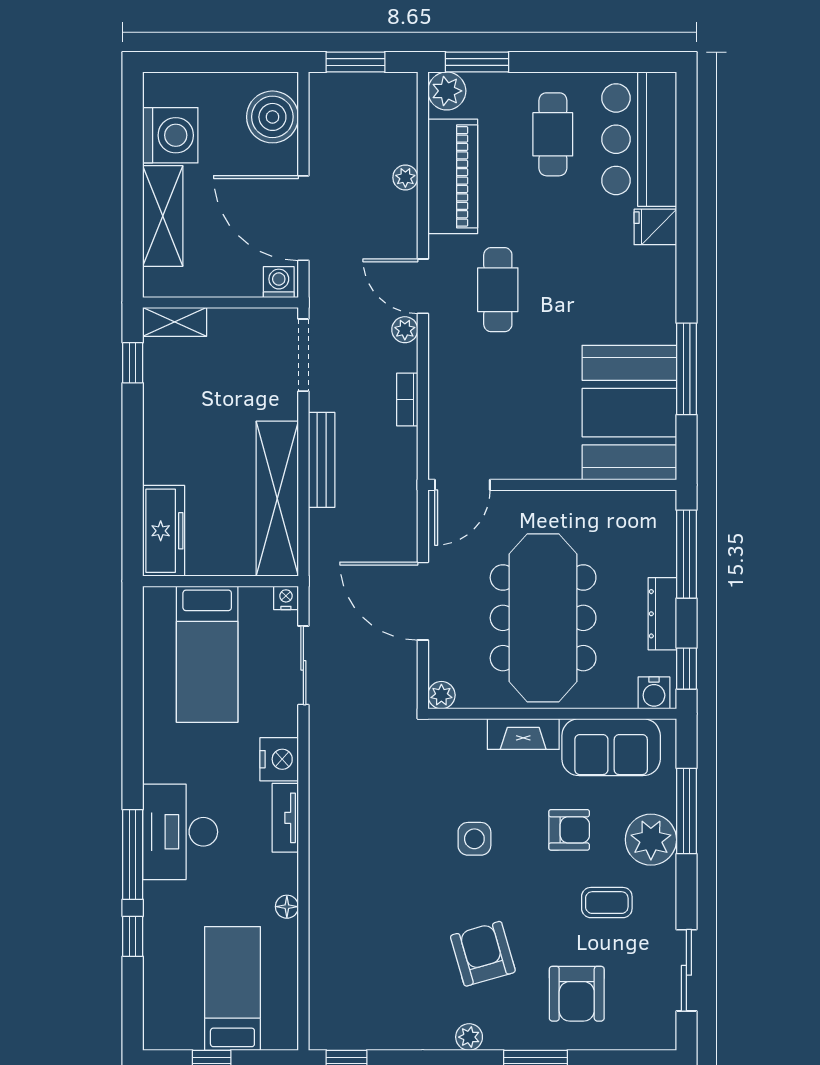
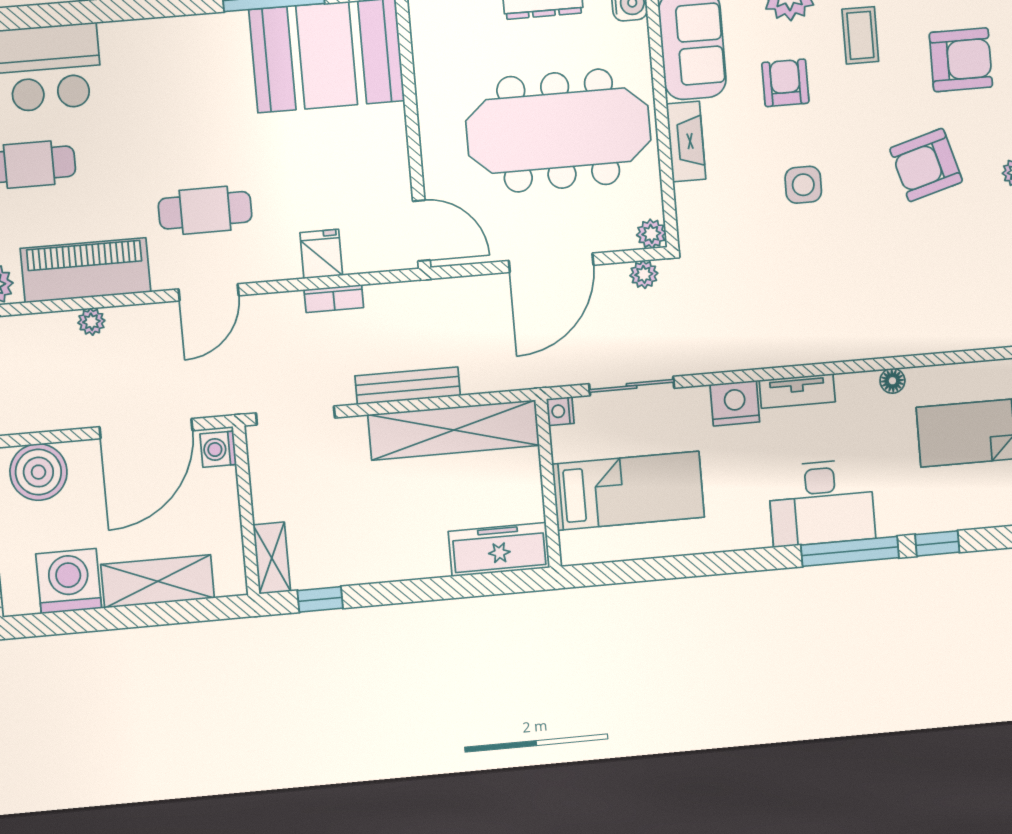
fridge: (655, 227) -> (321, 254), moved, turned 180
plant: (405, 330) -> (644, 274), moved

